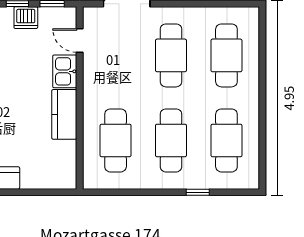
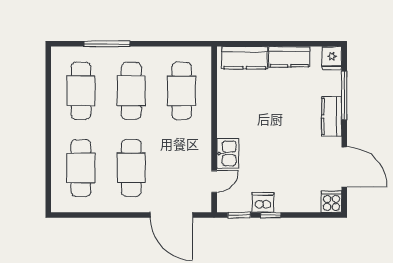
door: (80, 40) -> (214, 182), hinge flipped
kitchen counter: (64, 114) -> (245, 58), moved, turned 90
window: (198, 192) -> (107, 44), width x2.17

